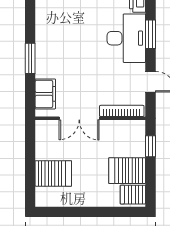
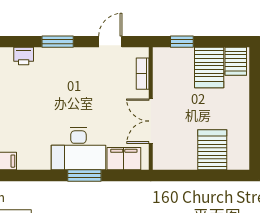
desk: (126, 38) -> (78, 149), moved, turned 180
bookcase: (122, 111) -> (143, 74), width x0.64
double door: (79, 118) -> (151, 121), swing flipped

